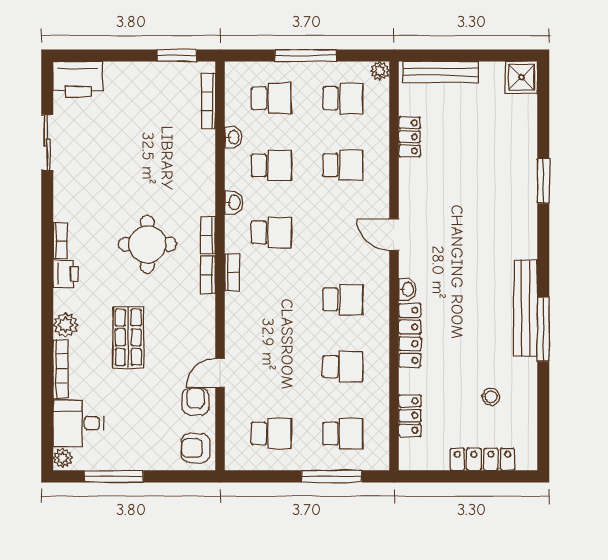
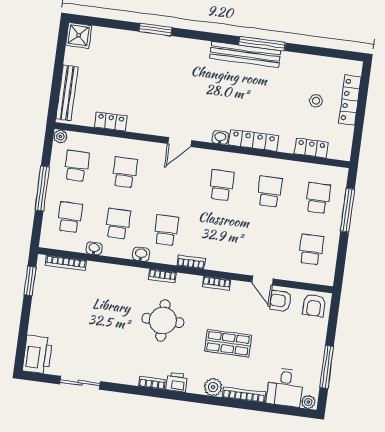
bookcase: (208, 275) -> (217, 283), moved
stool: (491, 397) -> (316, 101), moved

